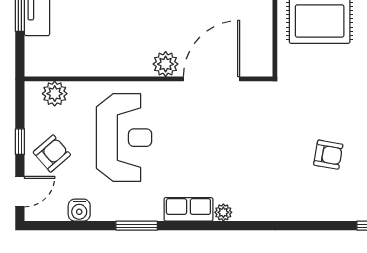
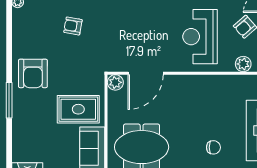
plant: (166, 64) -> (115, 82), moved

